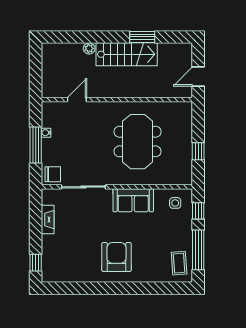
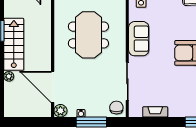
door: (77, 100) -> (53, 87), width x1.88
plant: (49, 109) -> (60, 111), added
meeting table: (138, 142) -> (88, 35), turned 90

